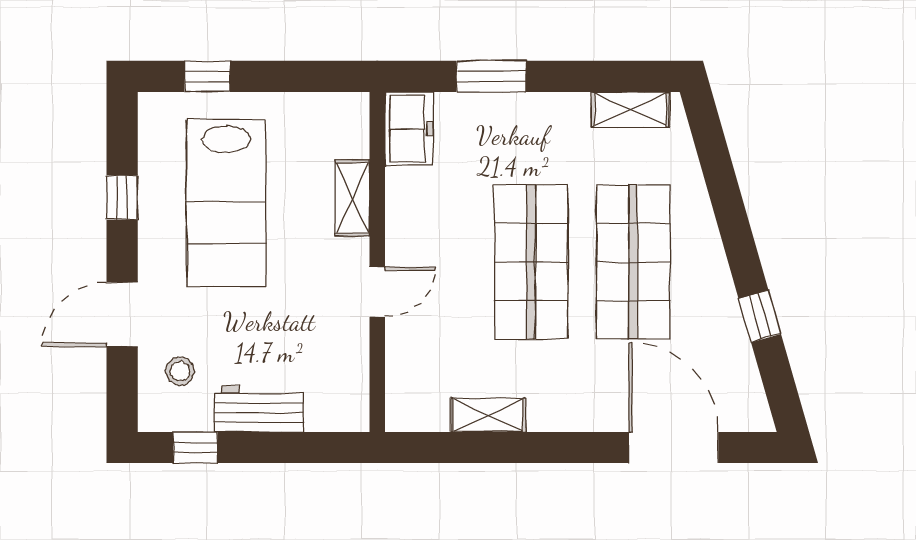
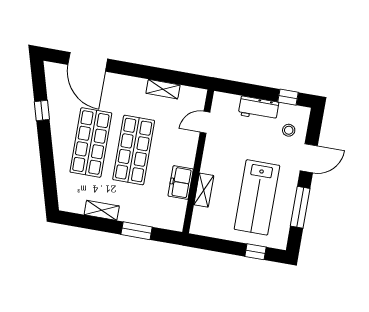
shelving: (630, 109) -> (102, 210), moved
freezer: (409, 129) -> (181, 182), moved
window: (122, 198) -> (300, 207), width x2.17
lab bench: (226, 203) -> (257, 197), turned 180
door: (377, 292) -> (205, 122), moved

